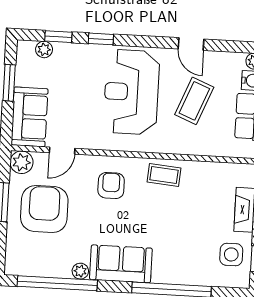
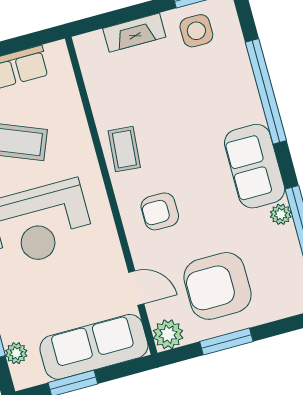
sofa: (30, 117) -> (94, 347), width x1.36

